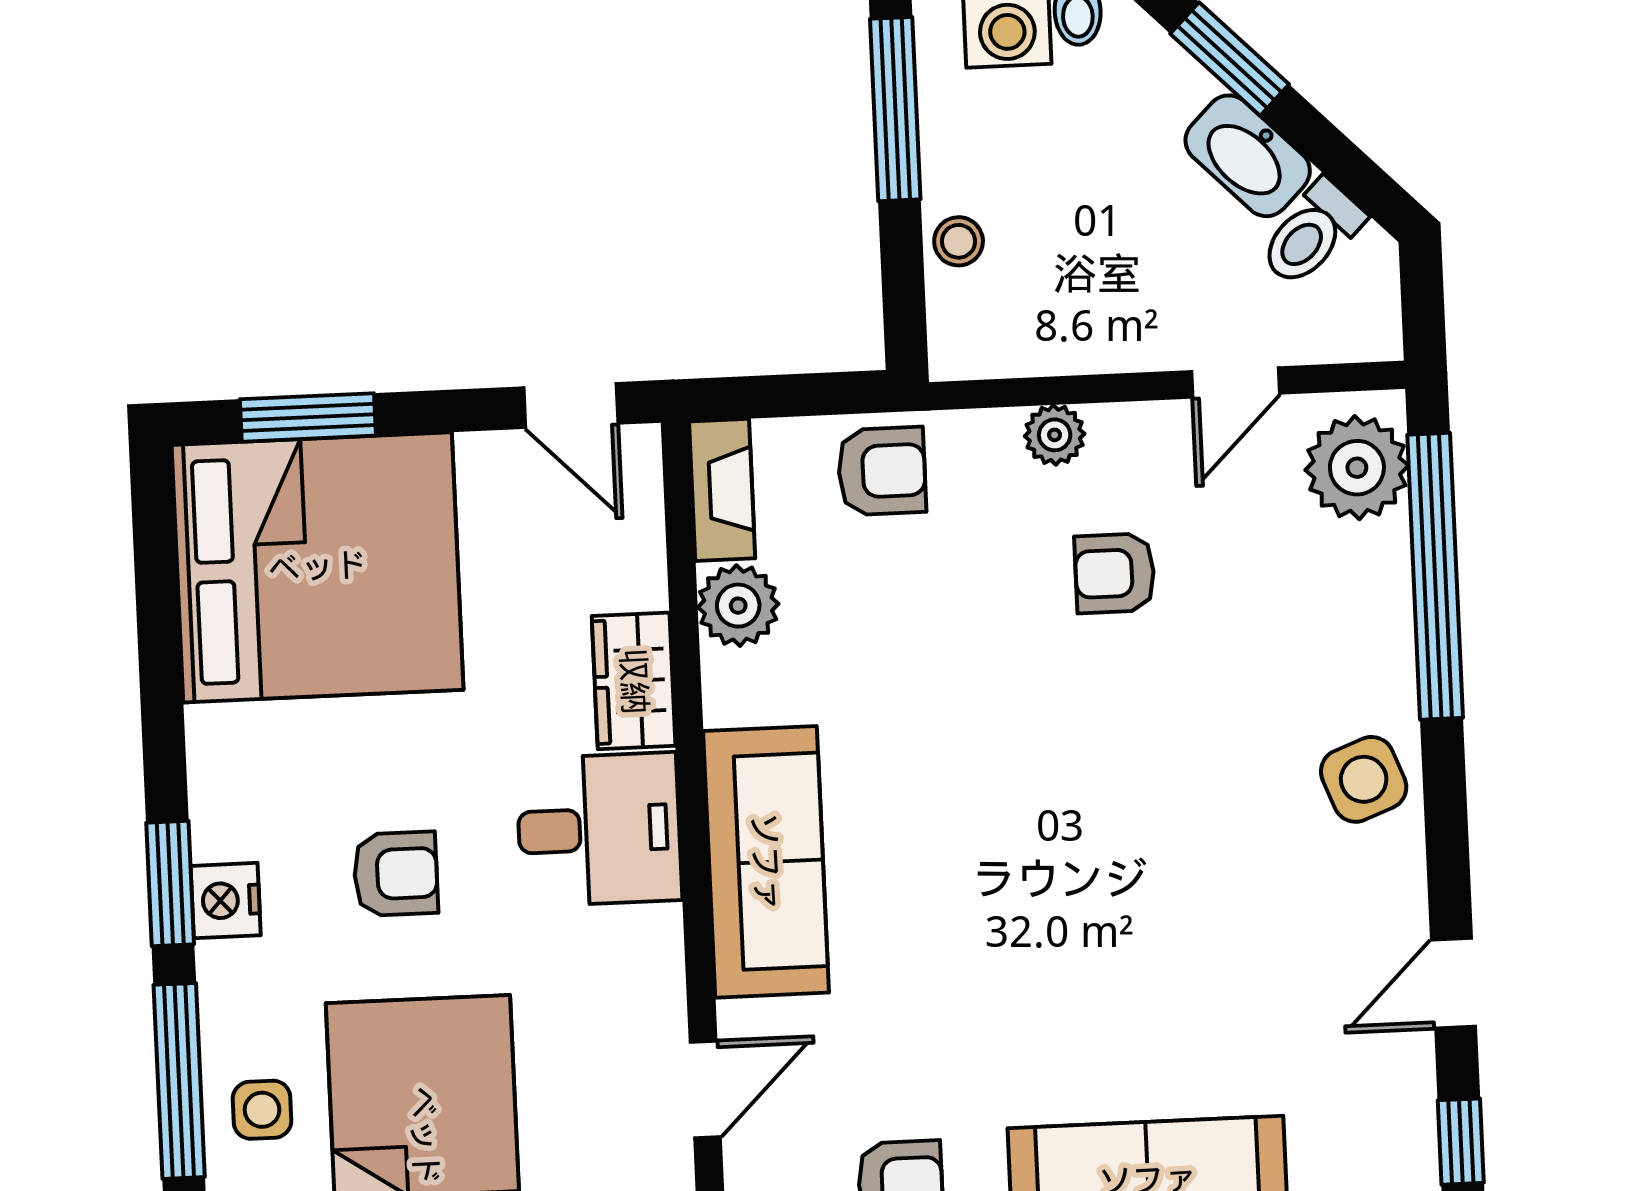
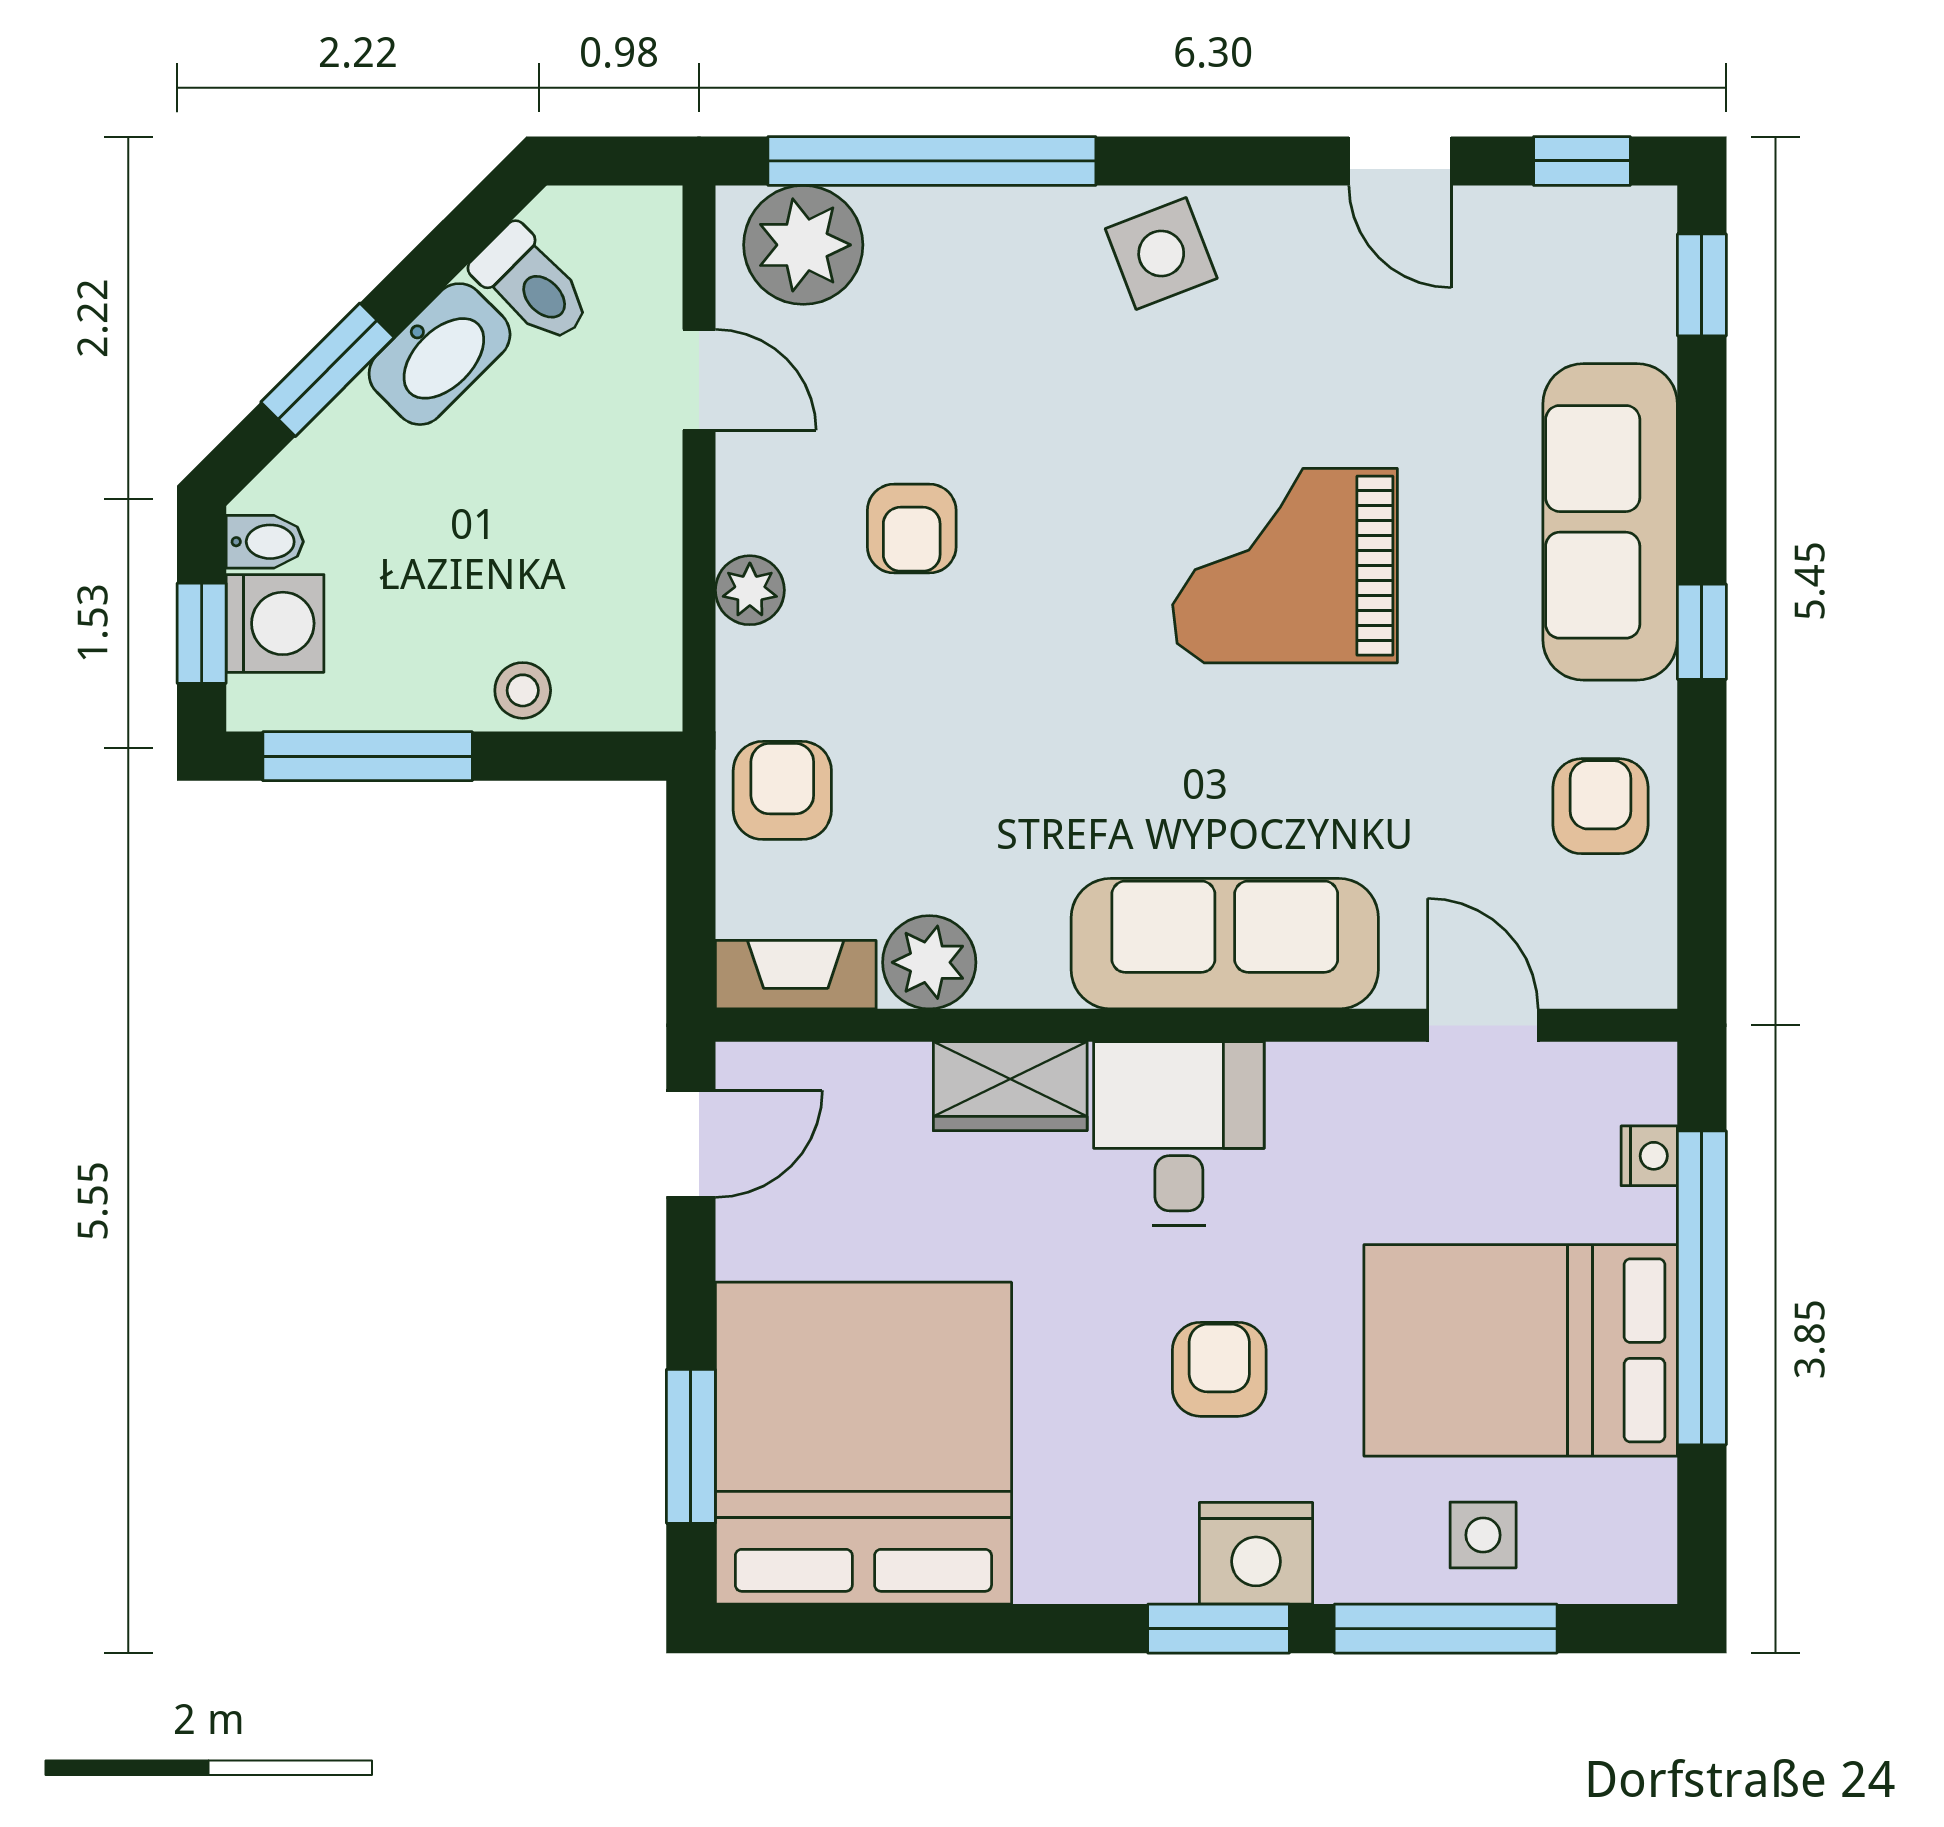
grand piano: (1097, 899) -> (1285, 566), added
nightstand: (226, 901) -> (1256, 1553), width x1.36, depth x1.33

